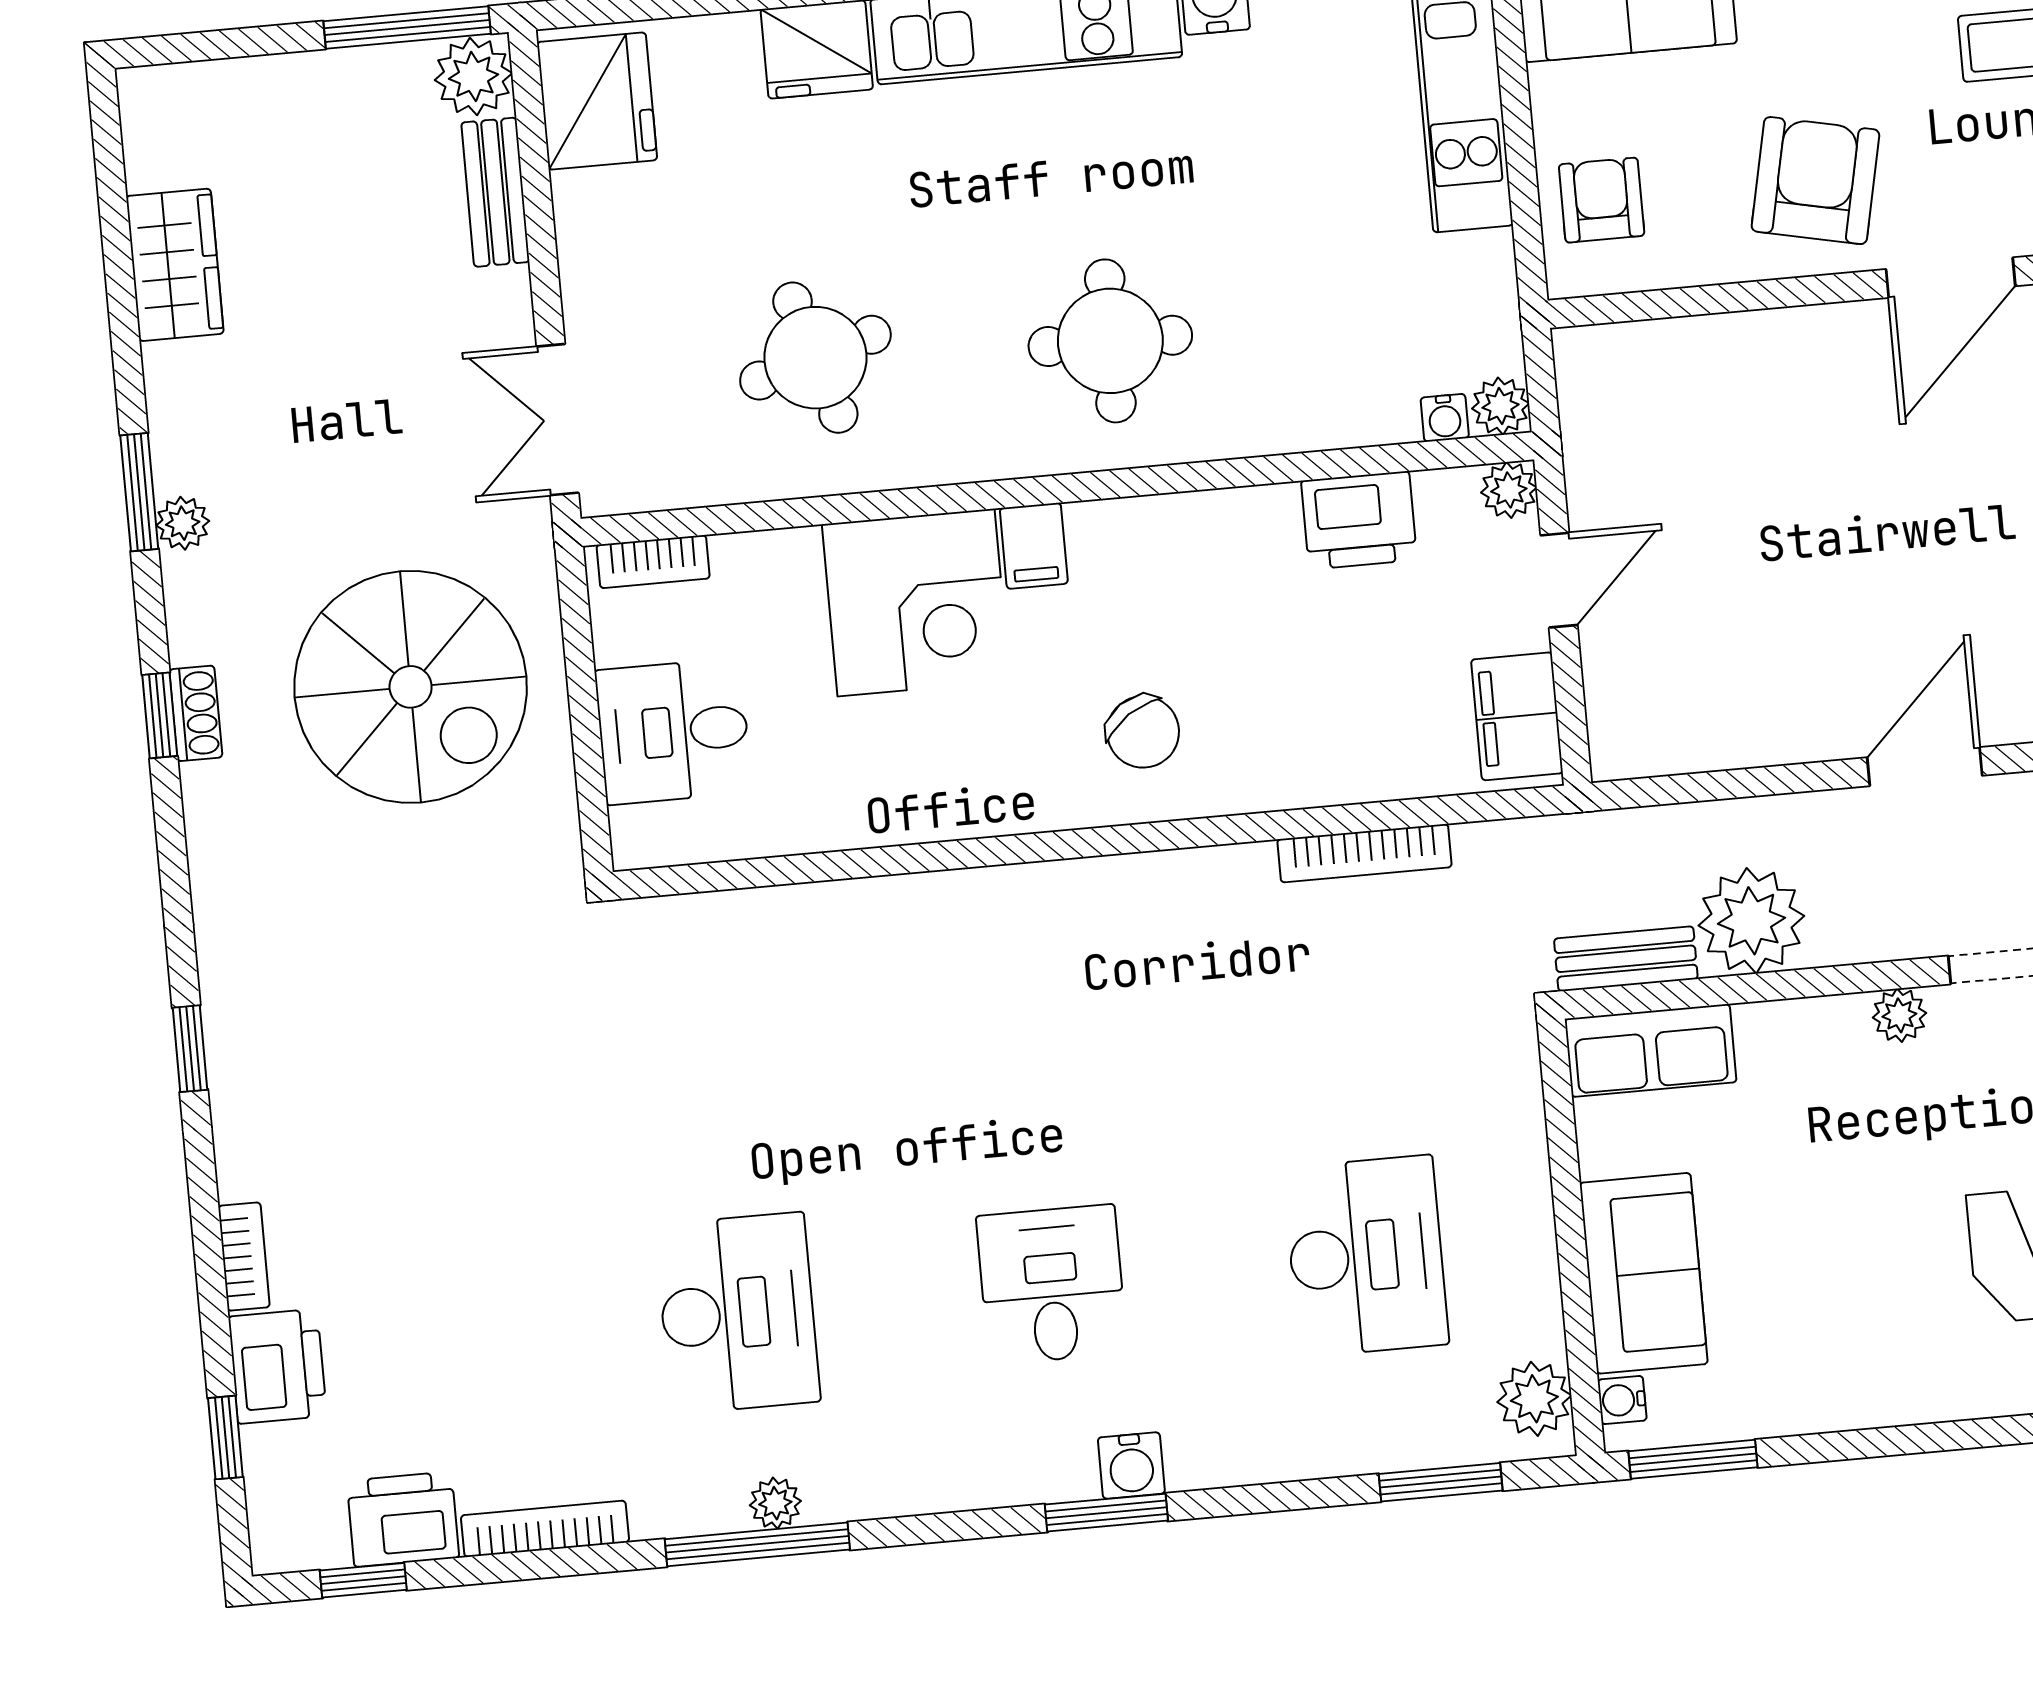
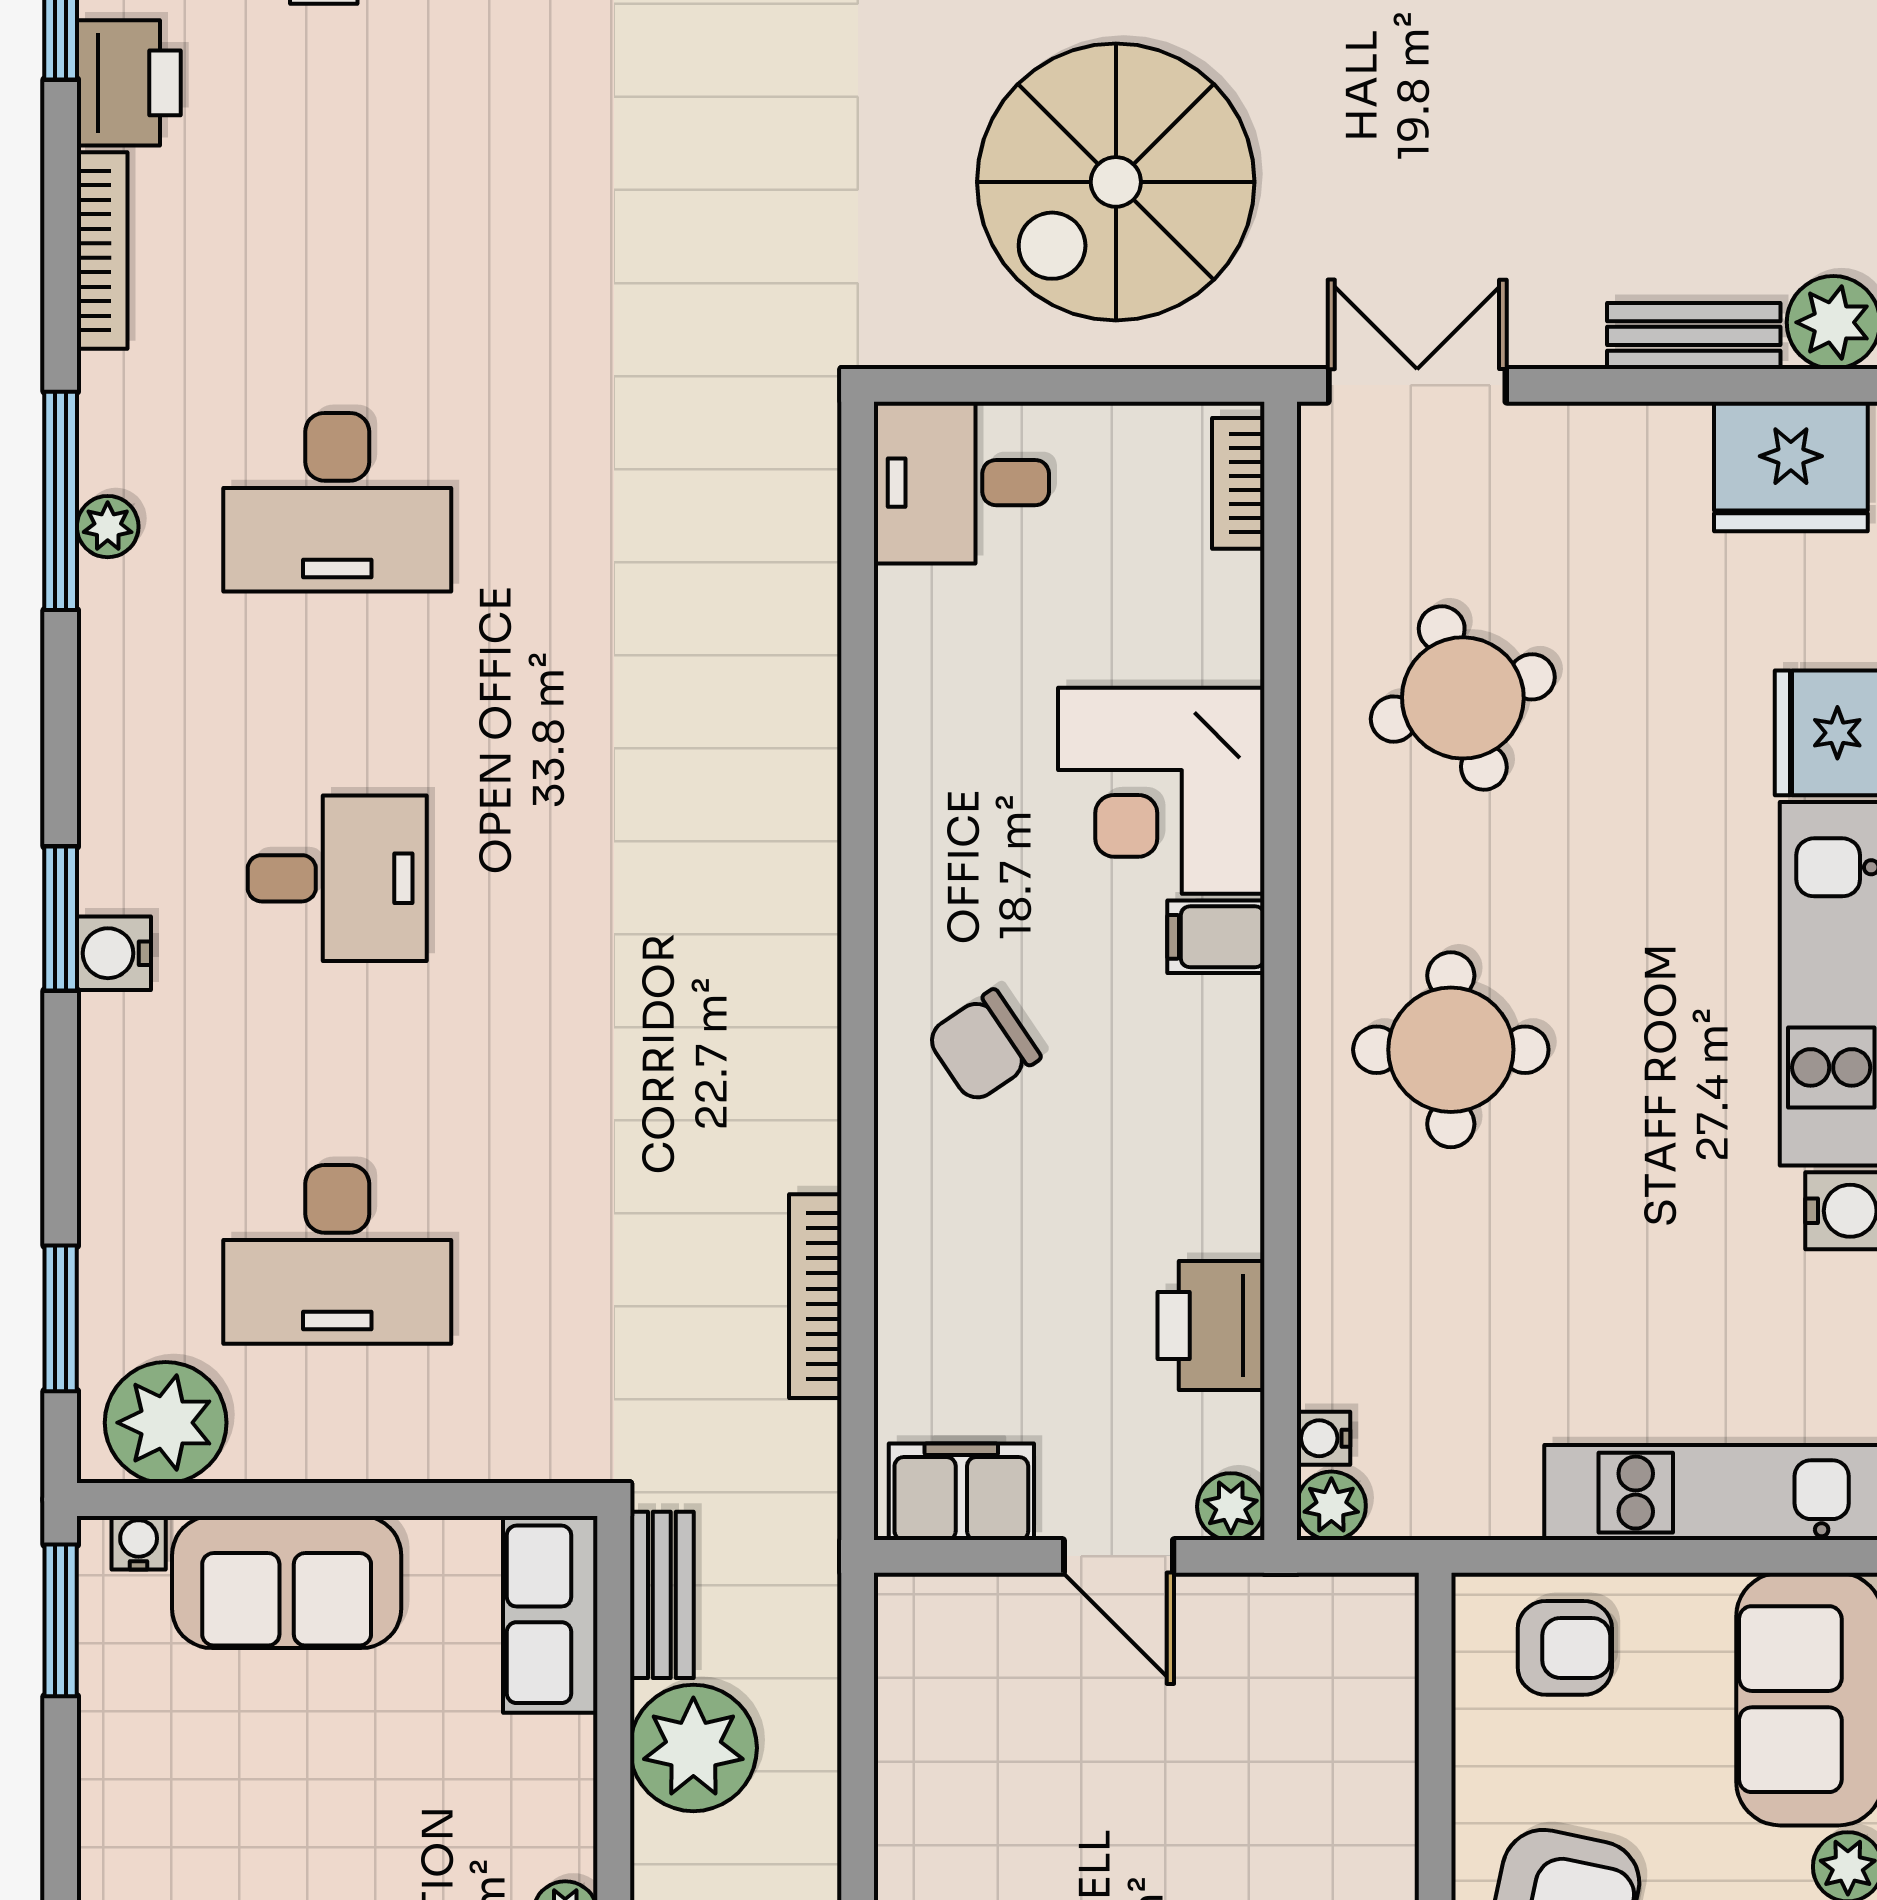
desk: (673, 731) -> (961, 483), moved, turned -90
plant: (1534, 1399) -> (166, 1423), width x1.36, depth x1.36

